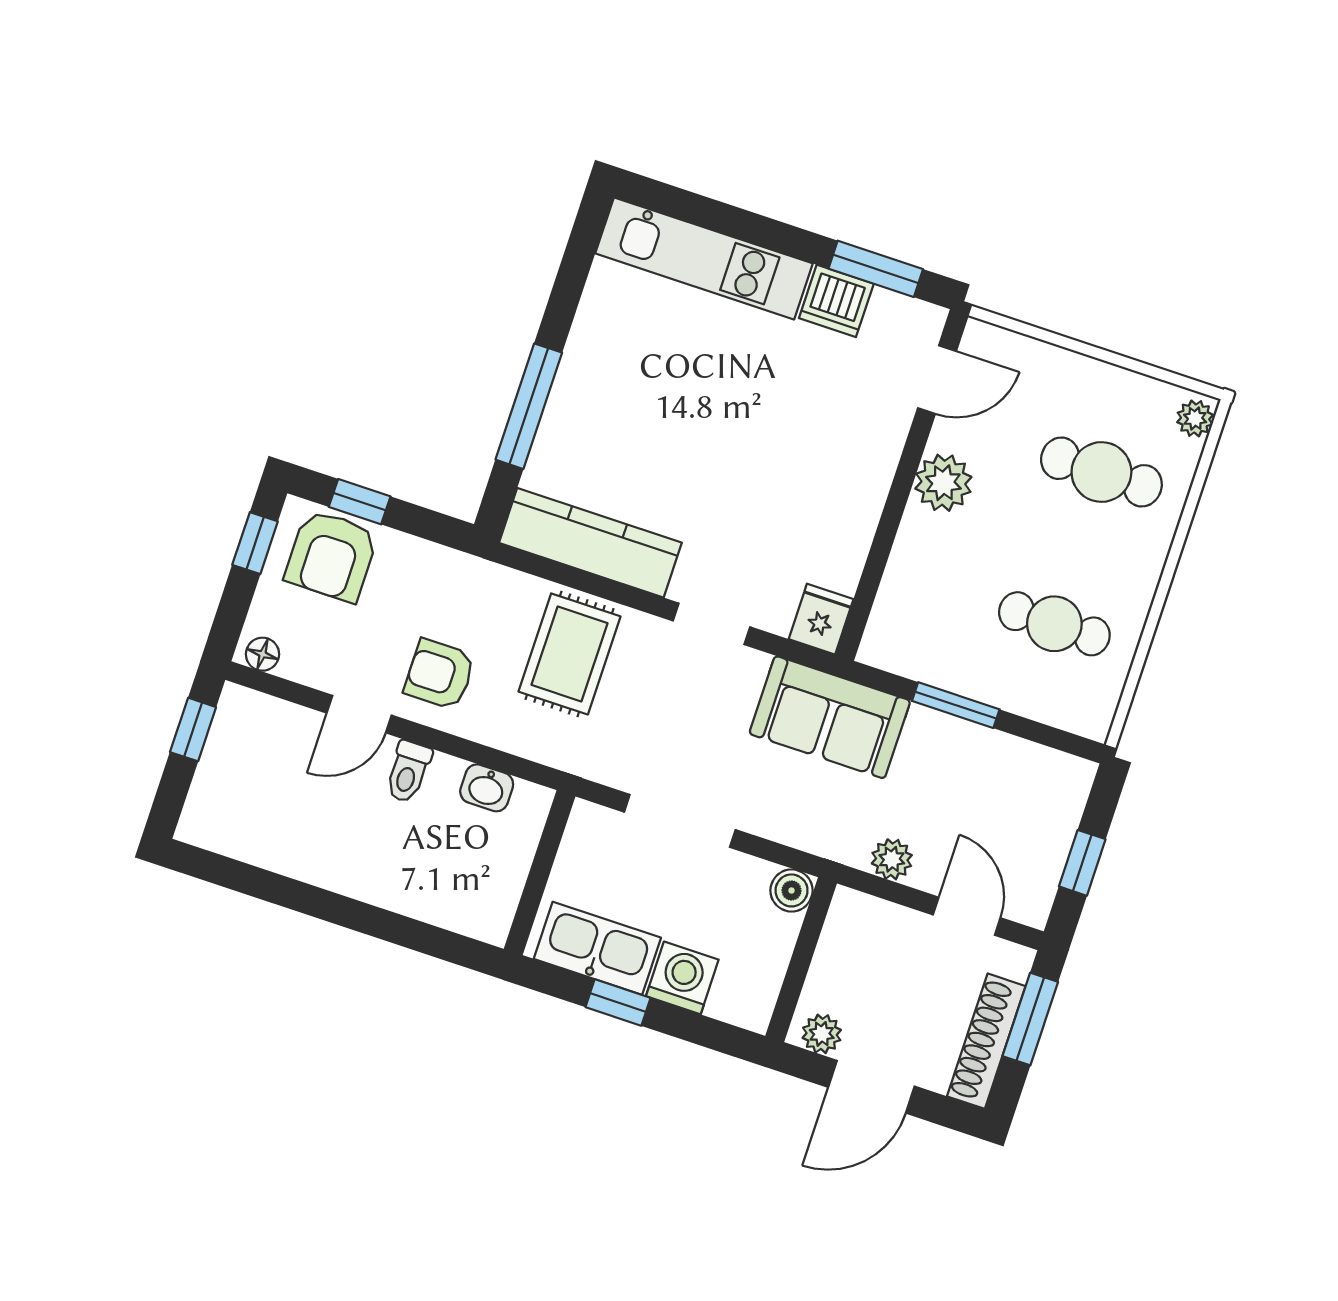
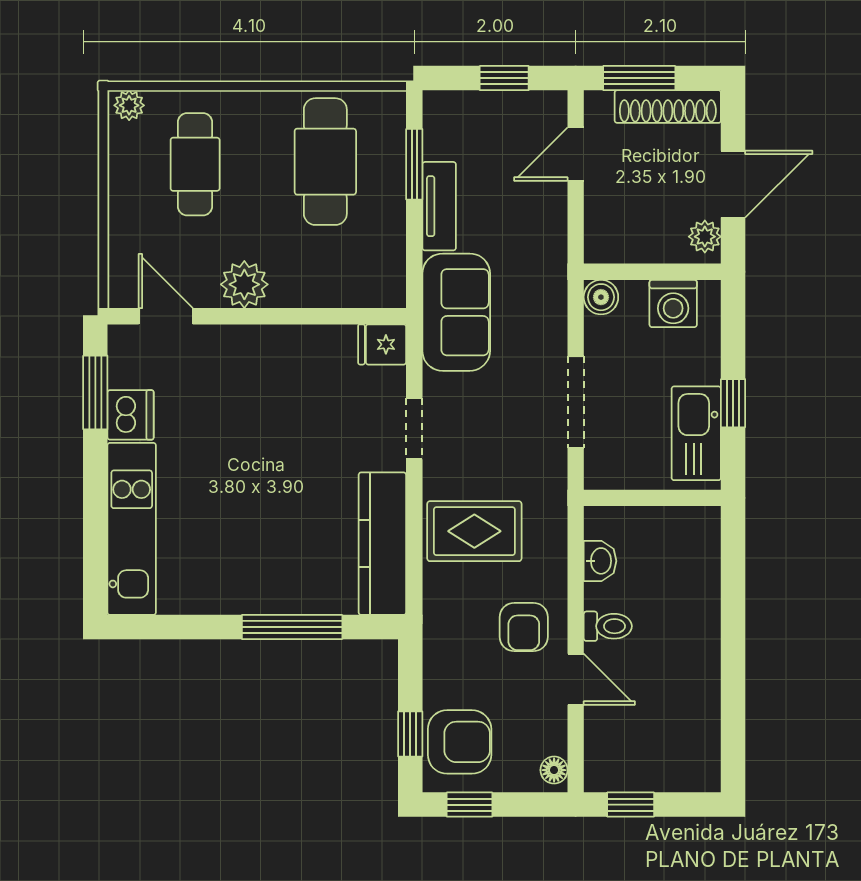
cafe table: (1054, 624) -> (325, 162), width x1.37, depth x1.35
window: (956, 705) -> (414, 164), moved
tv unit: (959, 738) -> (439, 206), added
plant: (892, 859) -> (551, 227), removed
washing machine: (682, 978) -> (673, 304), moved, turned -90
door: (871, 1087) -> (733, 184), hinge flipped

